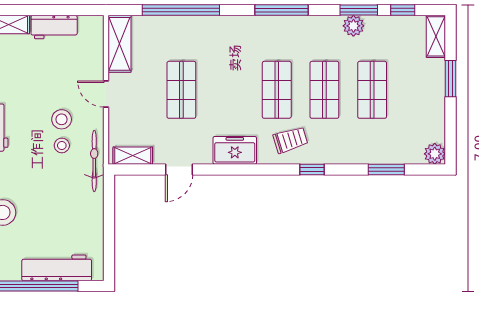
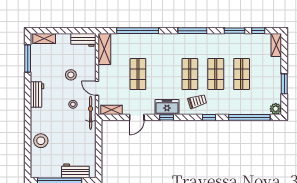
plant: (353, 26) -> (232, 39), removed
workbench: (54, 27) -> (83, 40), moved
window: (450, 79) -> (284, 84), moved
door: (106, 94) -> (97, 88), moved
stool: (62, 119) -> (71, 75), moved
window: (234, 170) -> (167, 117), added
window: (386, 170) -> (249, 117), width x2.11
workbench: (57, 268) -> (75, 171), width x0.73

